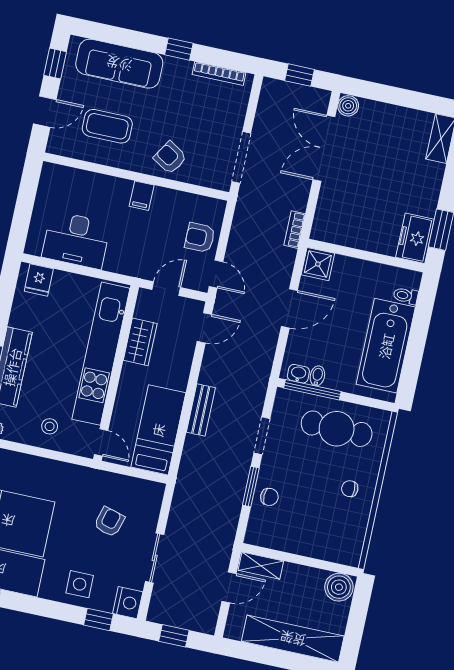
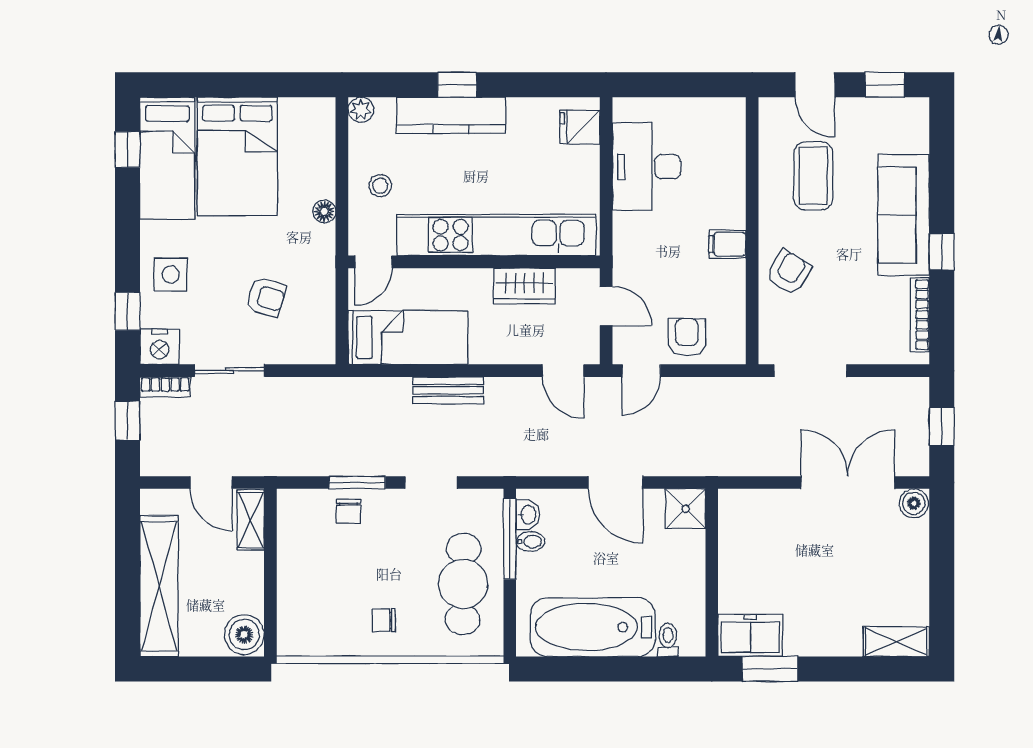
sofa: (119, 64) -> (904, 215), moved
bookcase: (295, 230) -> (165, 387), moved, turned 180
floor lamp: (59, 469) -> (324, 211), added
chair: (350, 489) -> (384, 620), turned -90

